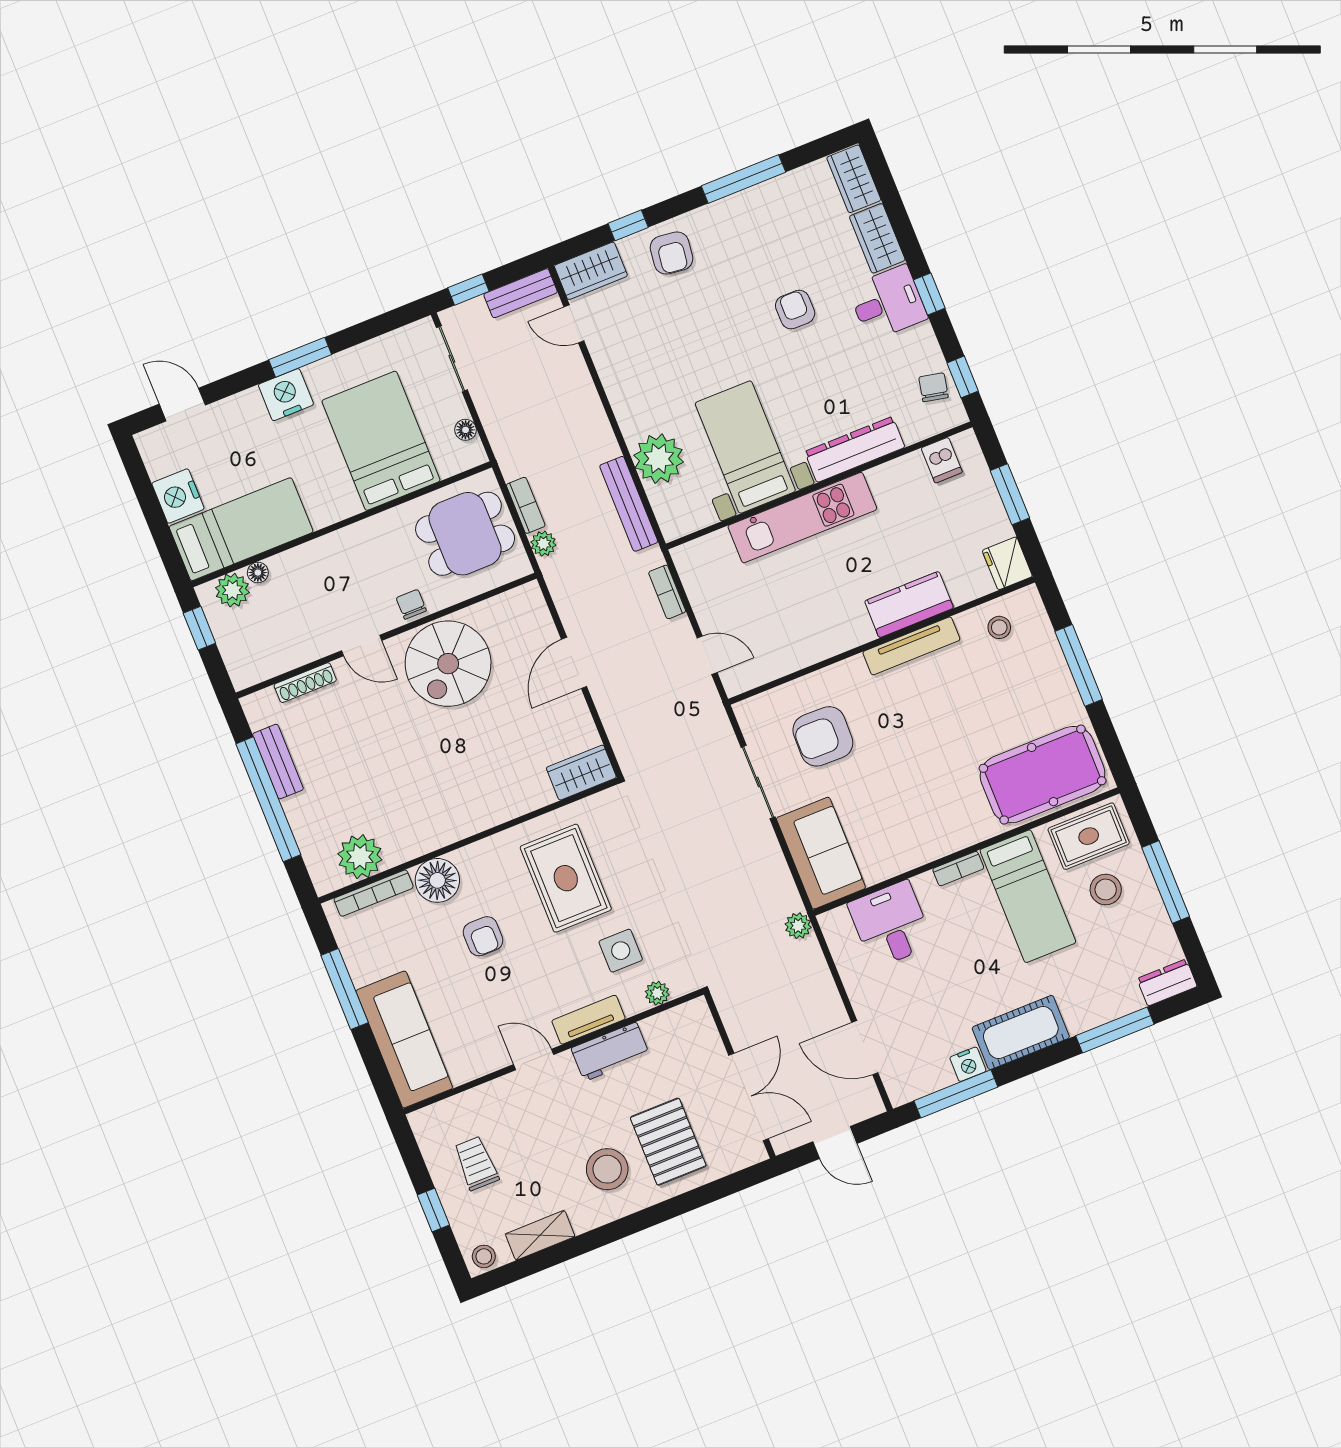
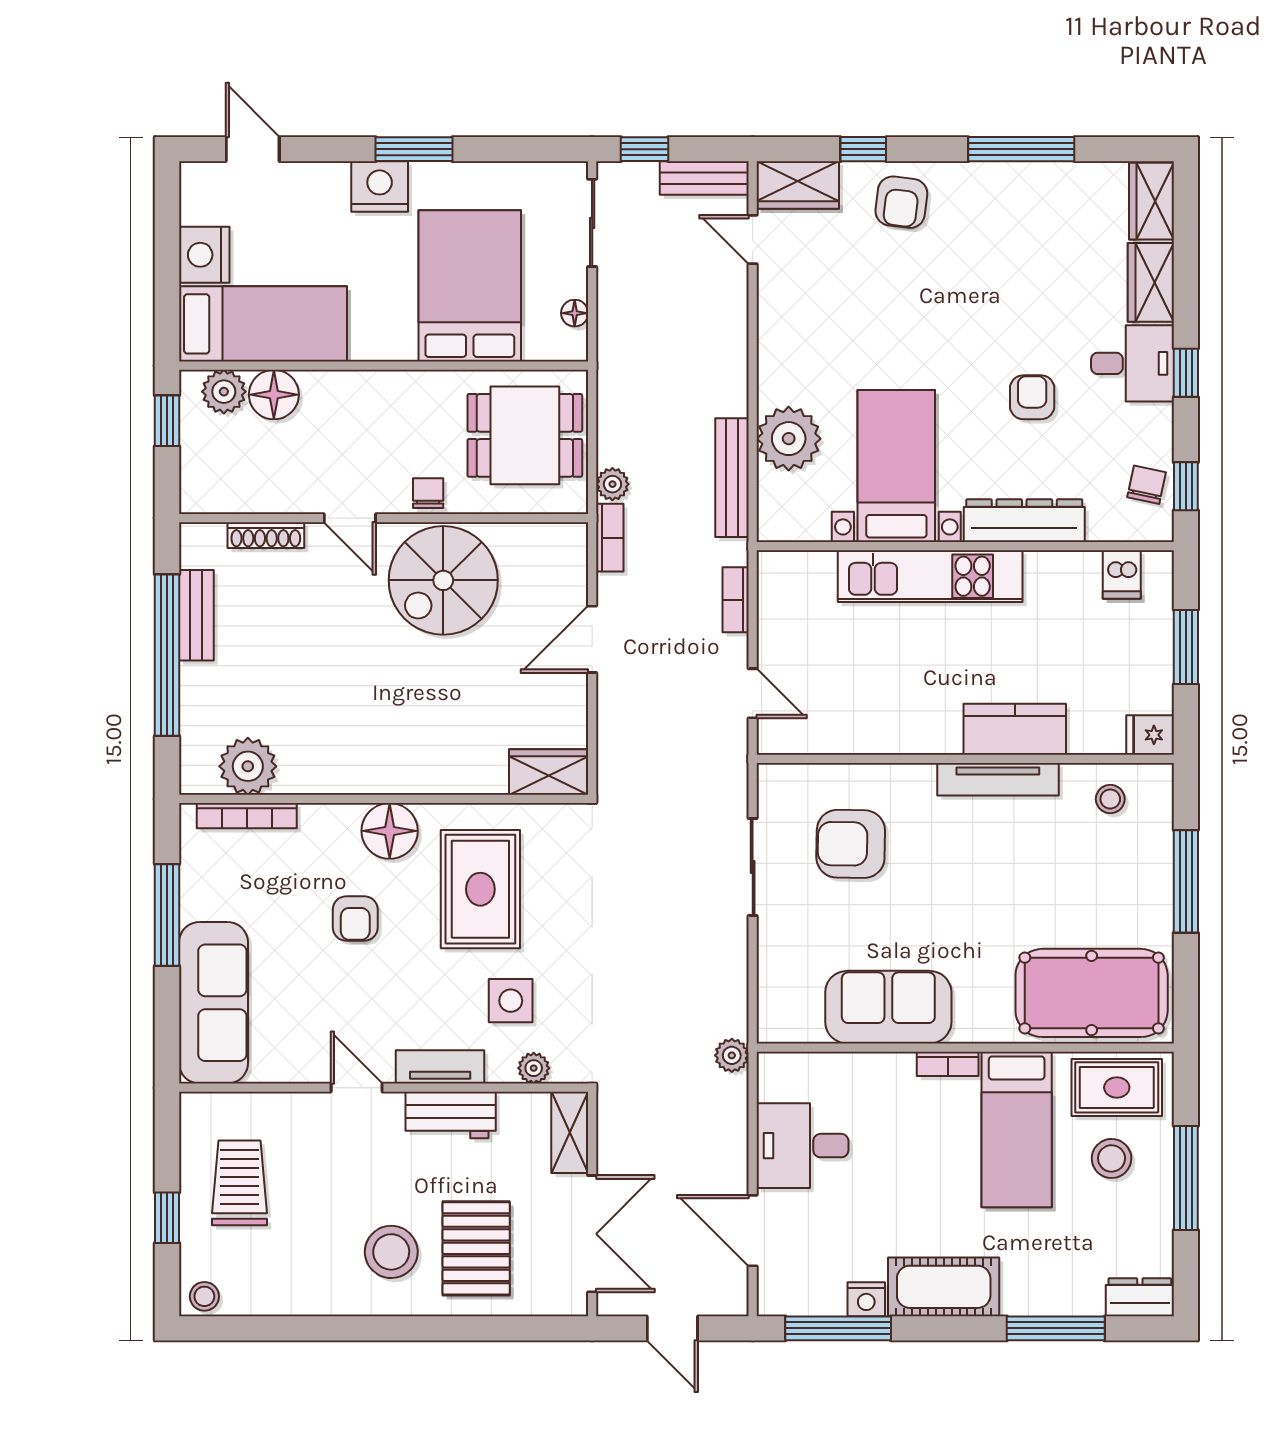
armchair: (795, 310) -> (1032, 397), moved
bookcase: (526, 505) -> (610, 538), moved
fridge: (1007, 563) -> (1150, 735), width x0.72
floor lamp: (258, 573) -> (274, 395), width x1.89, depth x1.89
sofa: (821, 853) -> (888, 1007), moved, turned -90
floor lamp: (437, 880) -> (390, 831), moved
desk: (891, 924) -> (802, 1146), moved, turned -90
trolley: (476, 1163) -> (240, 1183), width x1.36, depth x1.39
shelving: (540, 1235) -> (570, 1132), moved, turned 90

